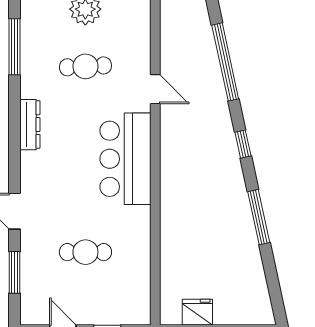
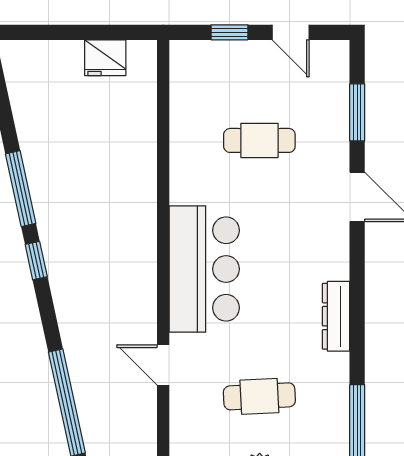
window: (243, 144) -> (36, 261), moved

